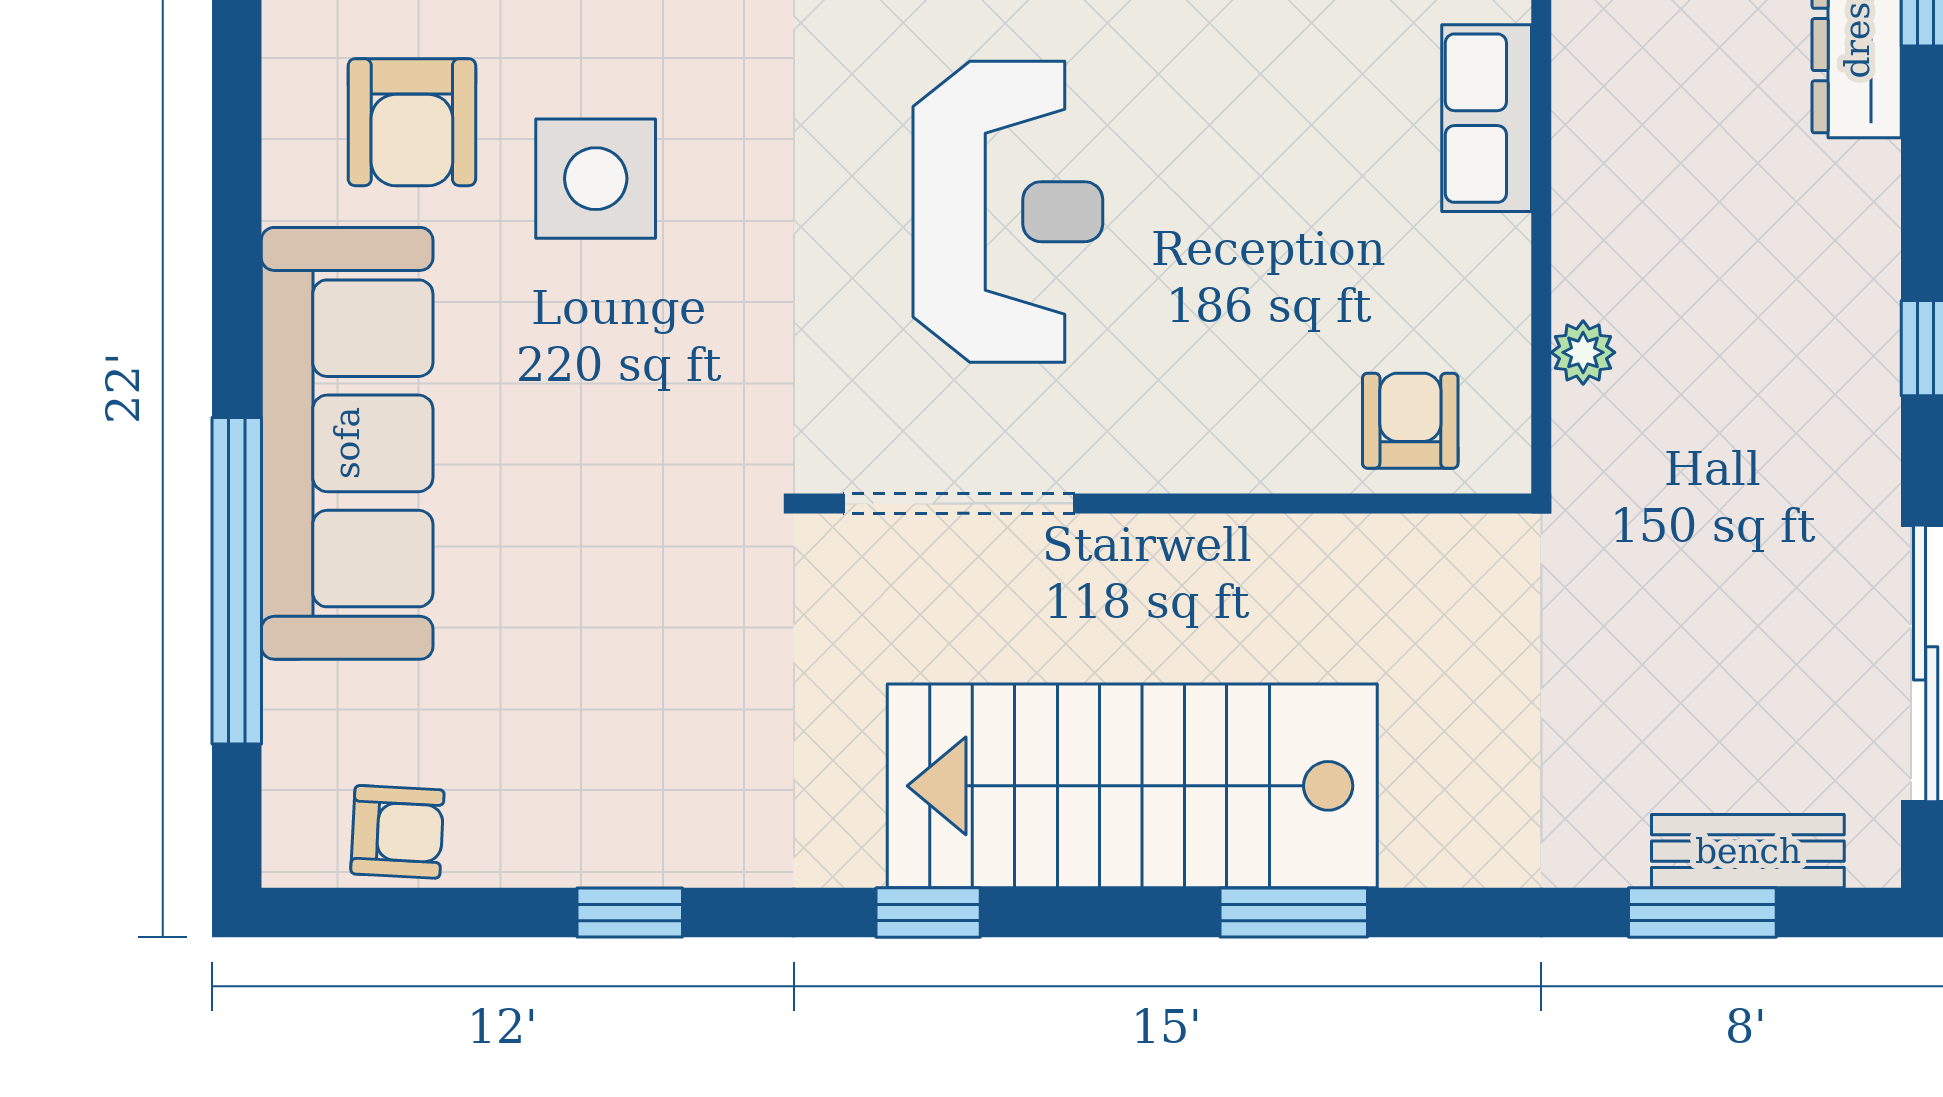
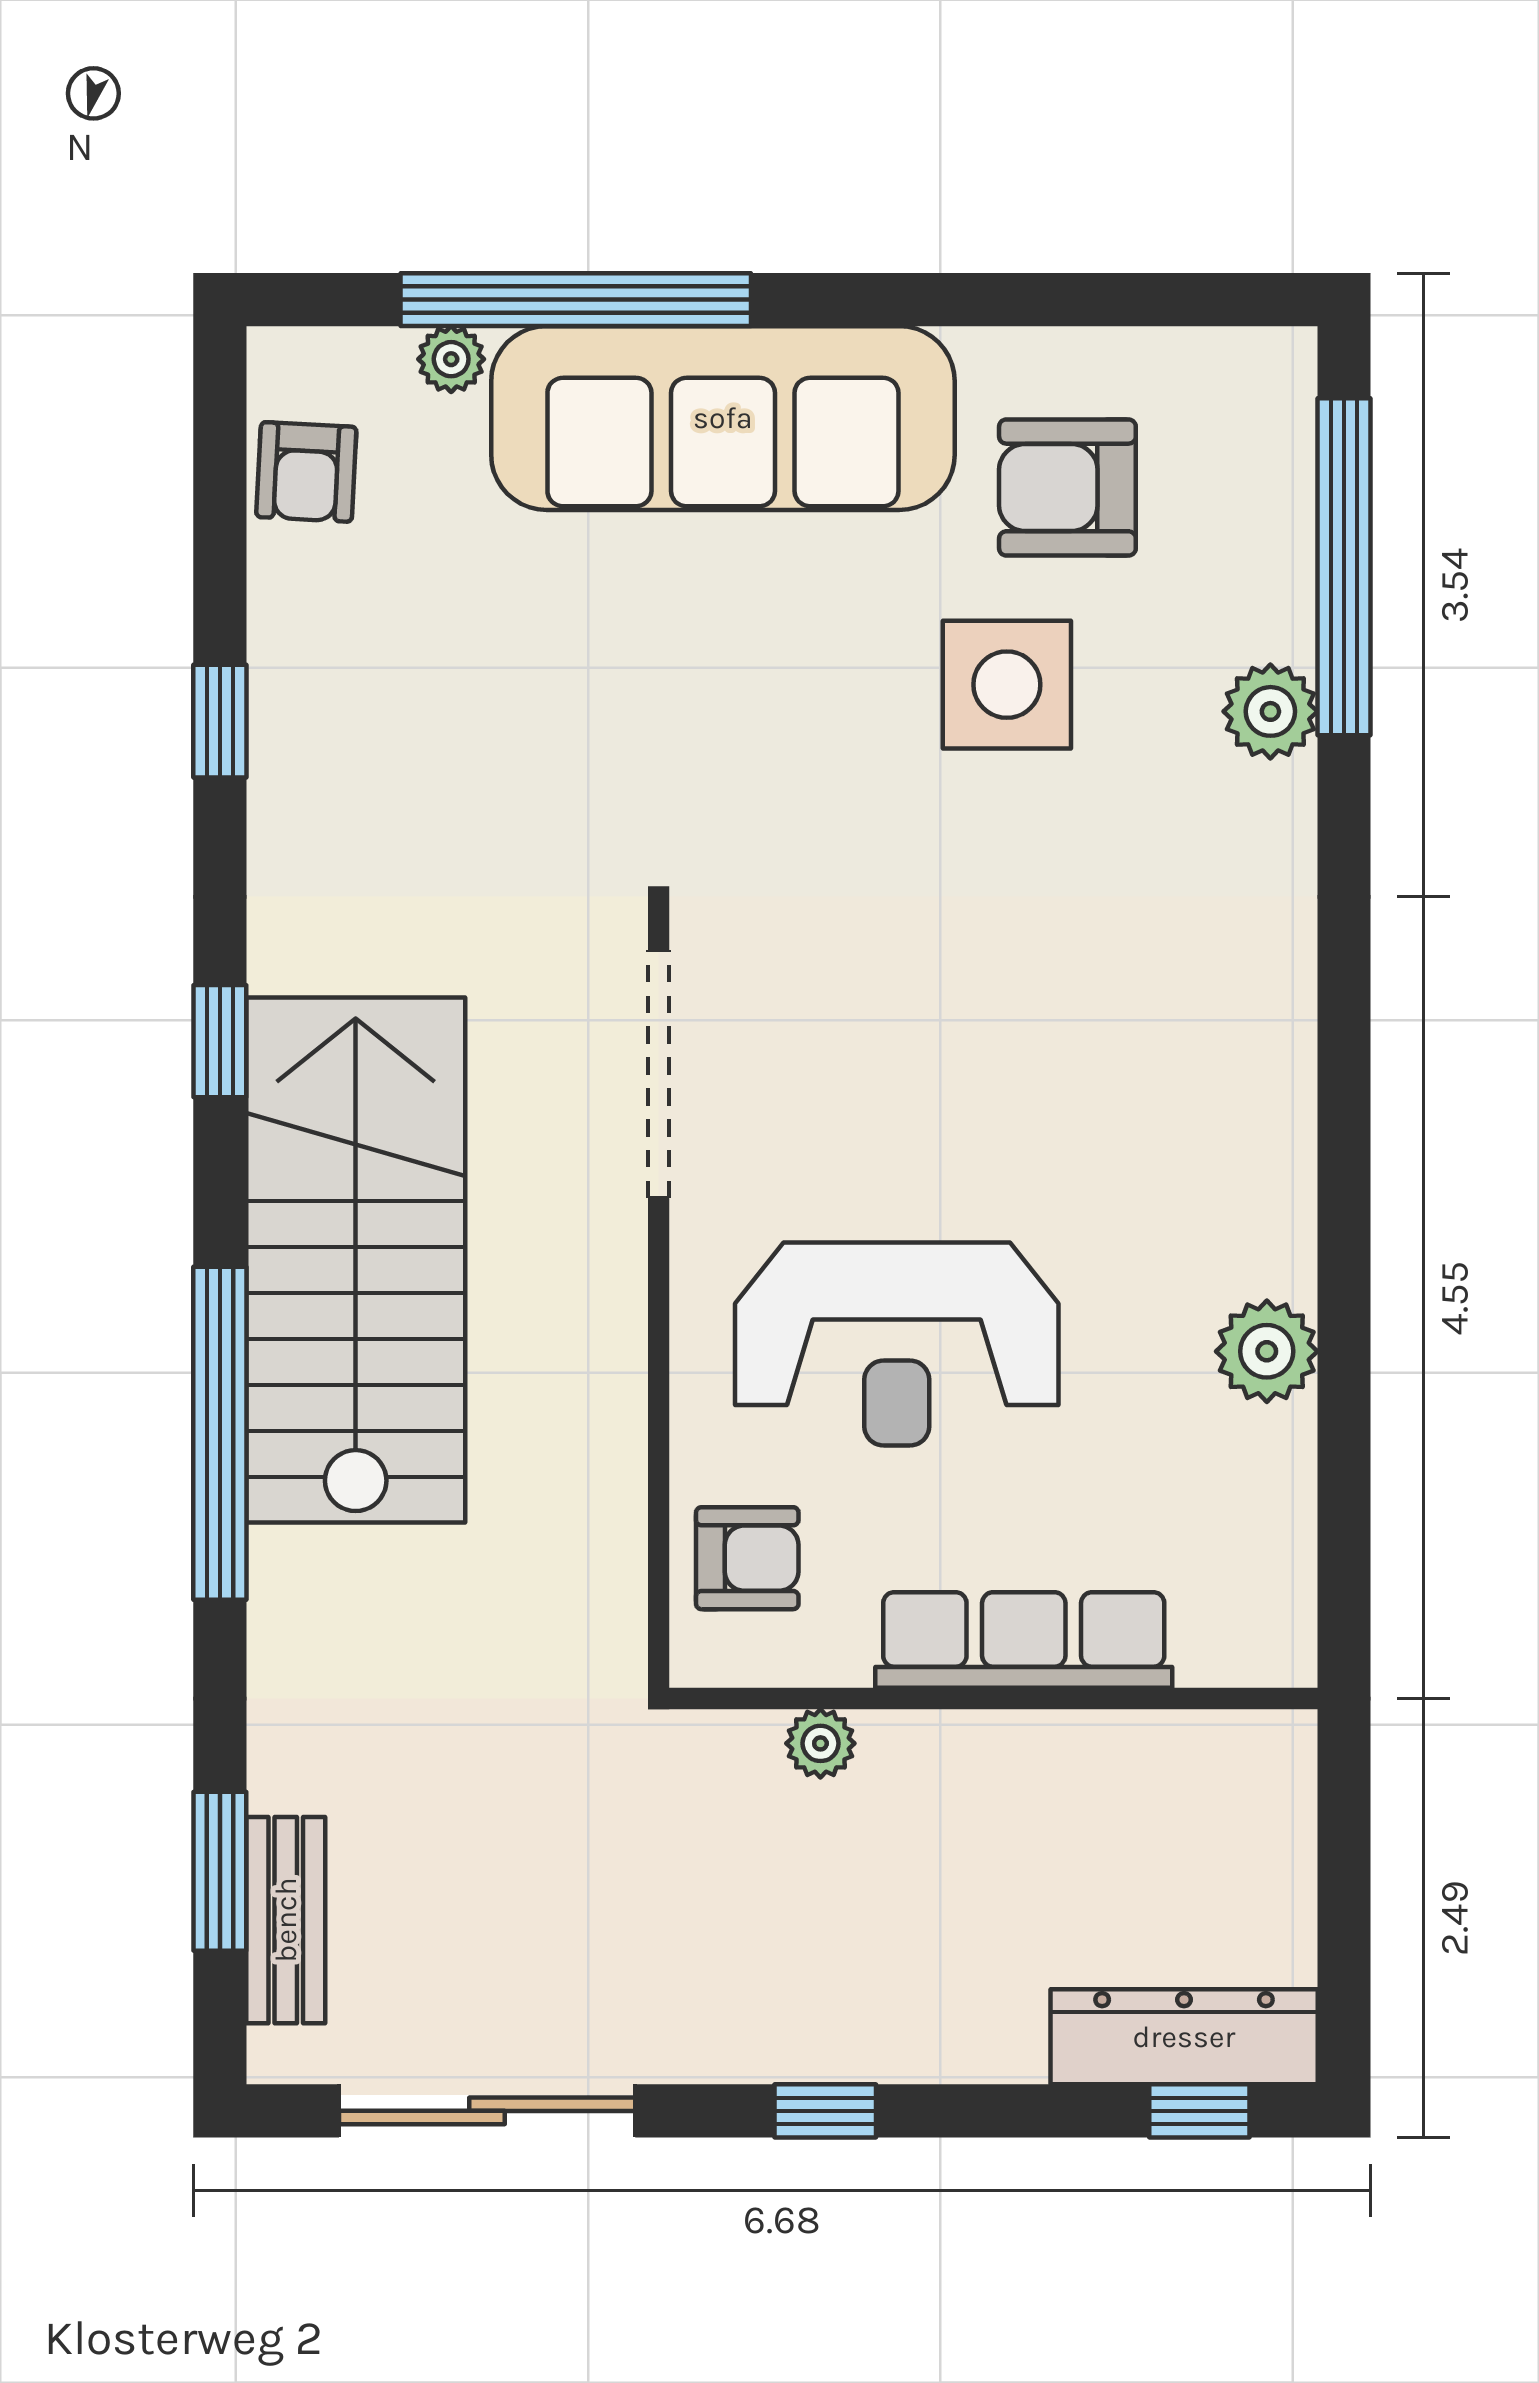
row of seats: (1487, 118) -> (1024, 1640), width x1.48
reception desk: (1008, 212) -> (897, 1344), moved
plant: (292, 697) -> (451, 359), added
window: (1294, 913) -> (220, 1433), width x2.11

